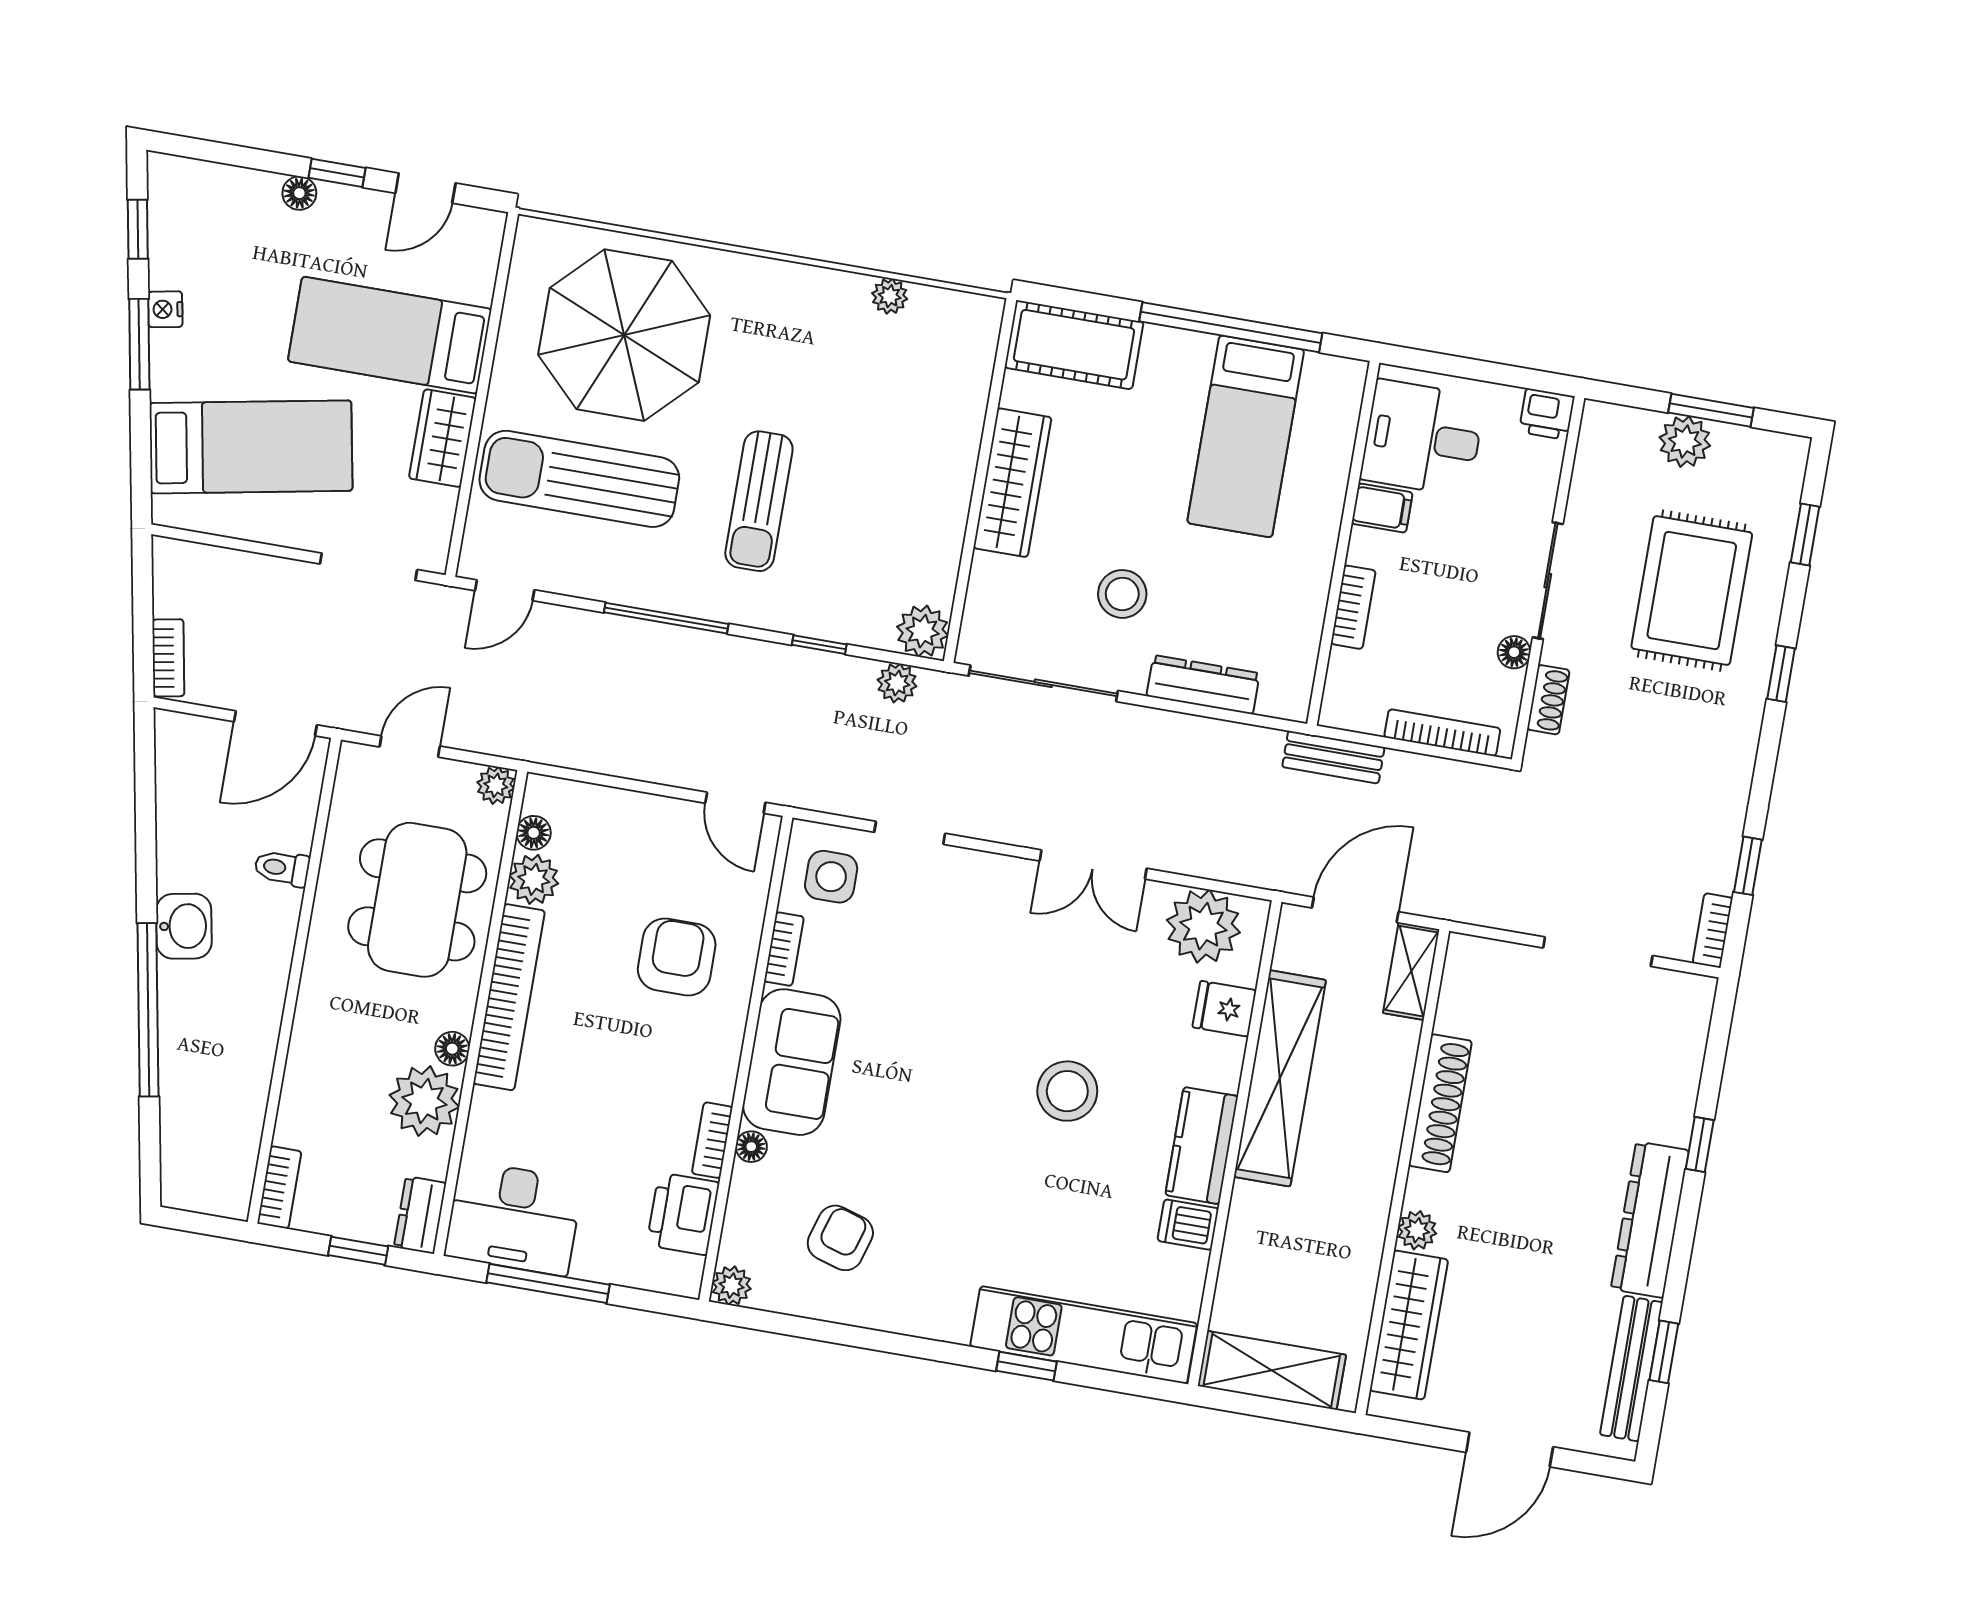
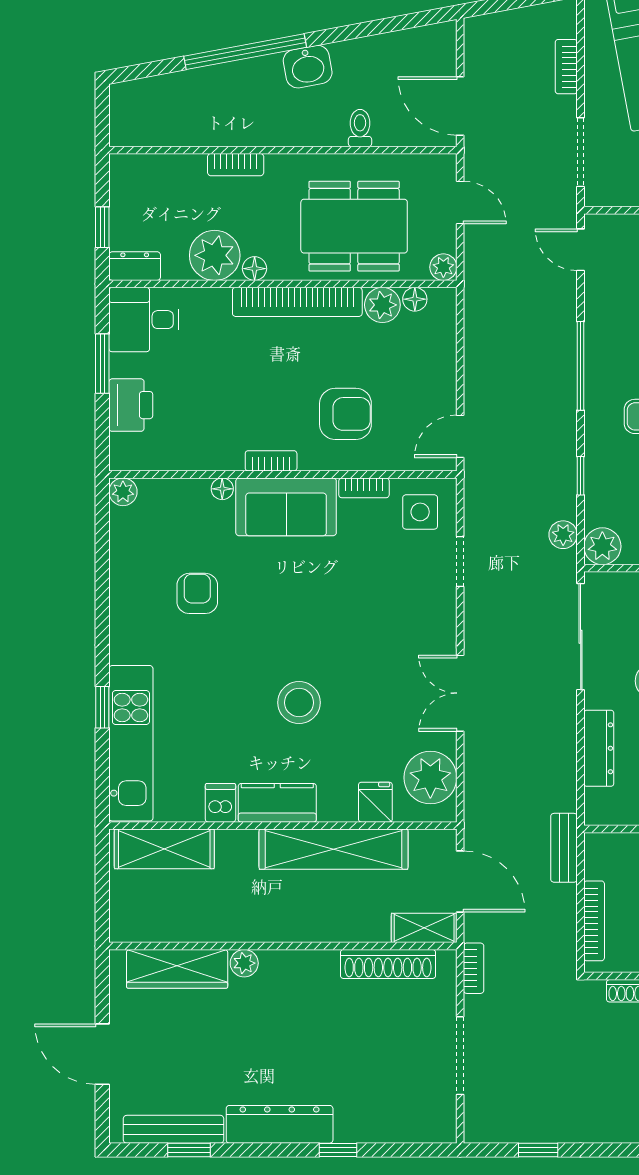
bookcase: (168, 658) -> (566, 67), moved, turned 101
bookcase: (1713, 930) -> (474, 968), moved, turned 90
shoe rack: (1440, 1103) -> (388, 964), moved
bookcase: (712, 1140) -> (271, 461), moved
bookcase: (279, 1187) -> (236, 165), moved
printer: (683, 1214) -> (131, 405), moved, turned 90
desk: (514, 1218) -> (144, 320), width x0.73
armchair: (840, 1238) -> (197, 593), moved, turned -107
window: (548, 1284) -> (102, 364), width x0.69
shelving: (1272, 1370) -> (164, 849), moved, turned 90

